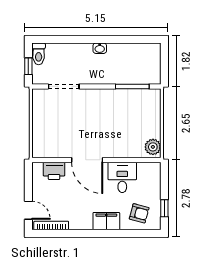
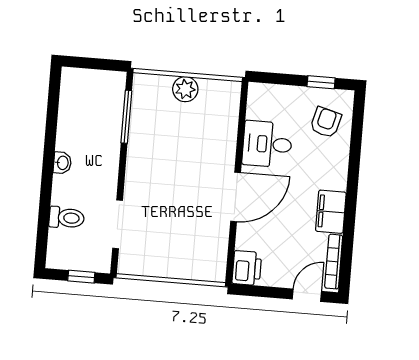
toilet: (39, 54) -> (67, 218), moved
plant: (153, 147) -> (185, 89), moved
printer: (54, 171) -> (247, 268), moved
filing cabinet: (106, 221) -> (331, 212), moved

